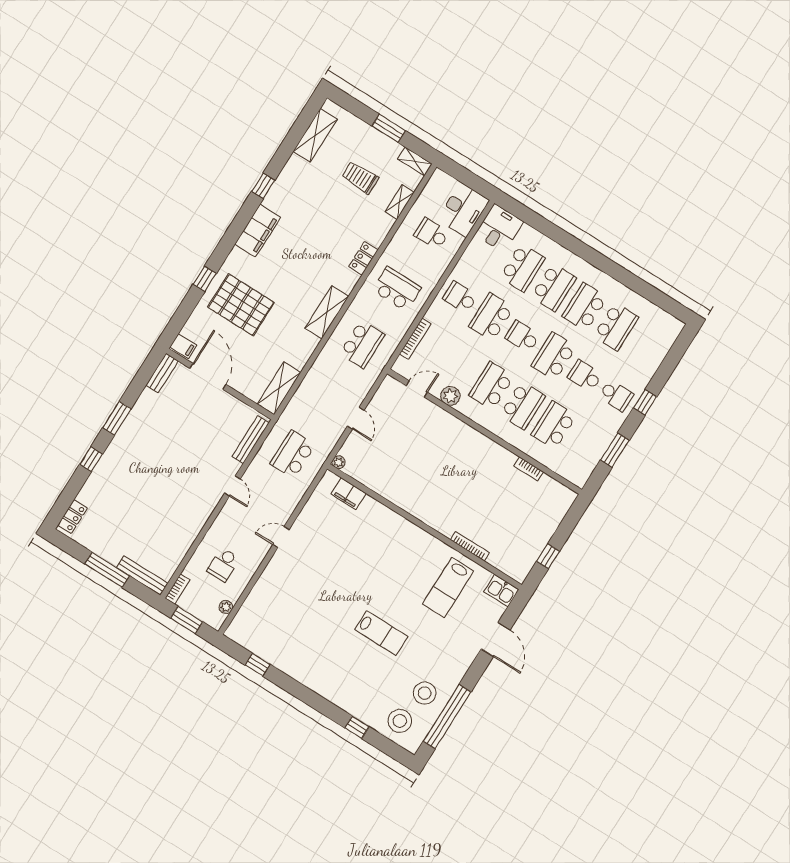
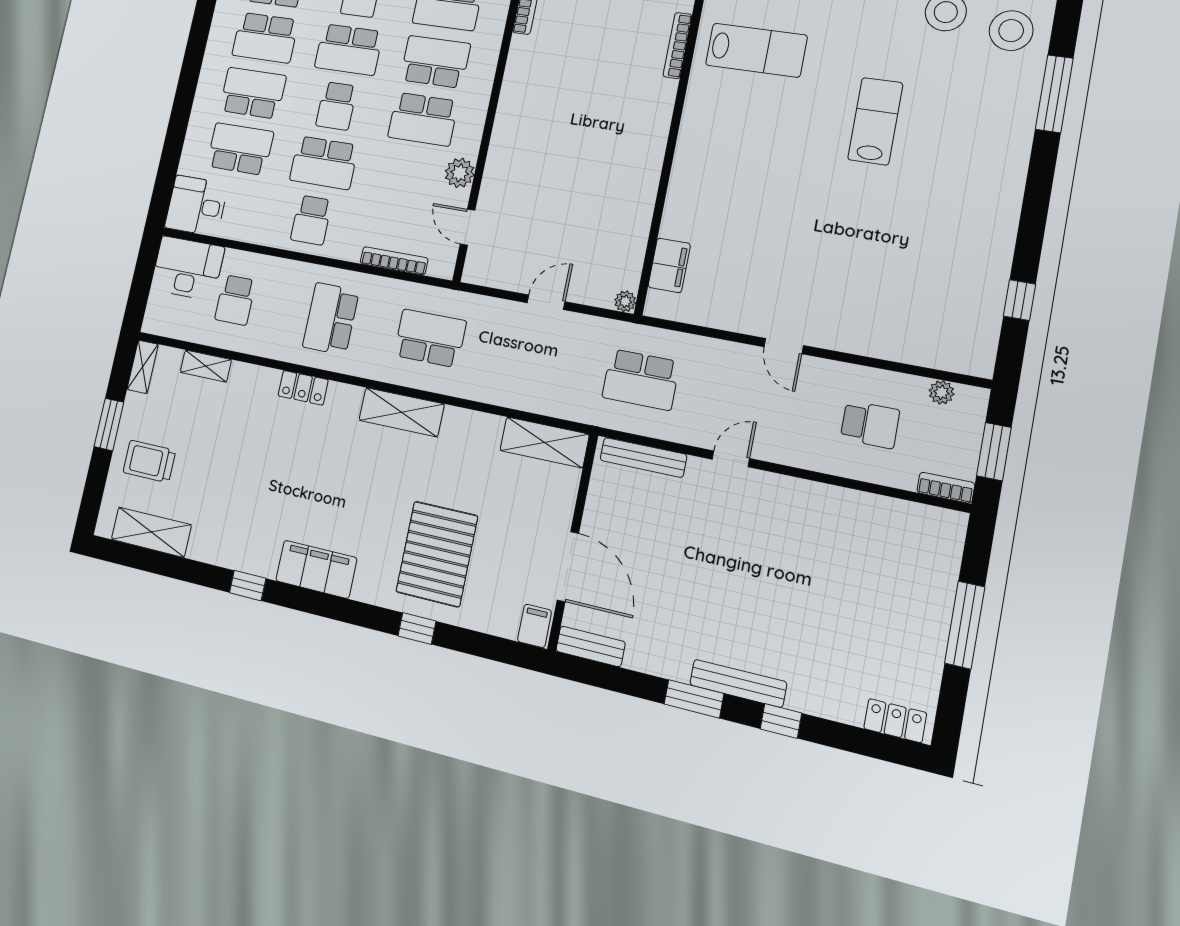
trolley: (360, 178) -> (149, 461), moved, turned 90
door: (208, 376) -> (568, 567), swing flipped
bench: (142, 575) -> (738, 683), moved, turned 90
window: (357, 727) -> (1054, 94), width x2.17

